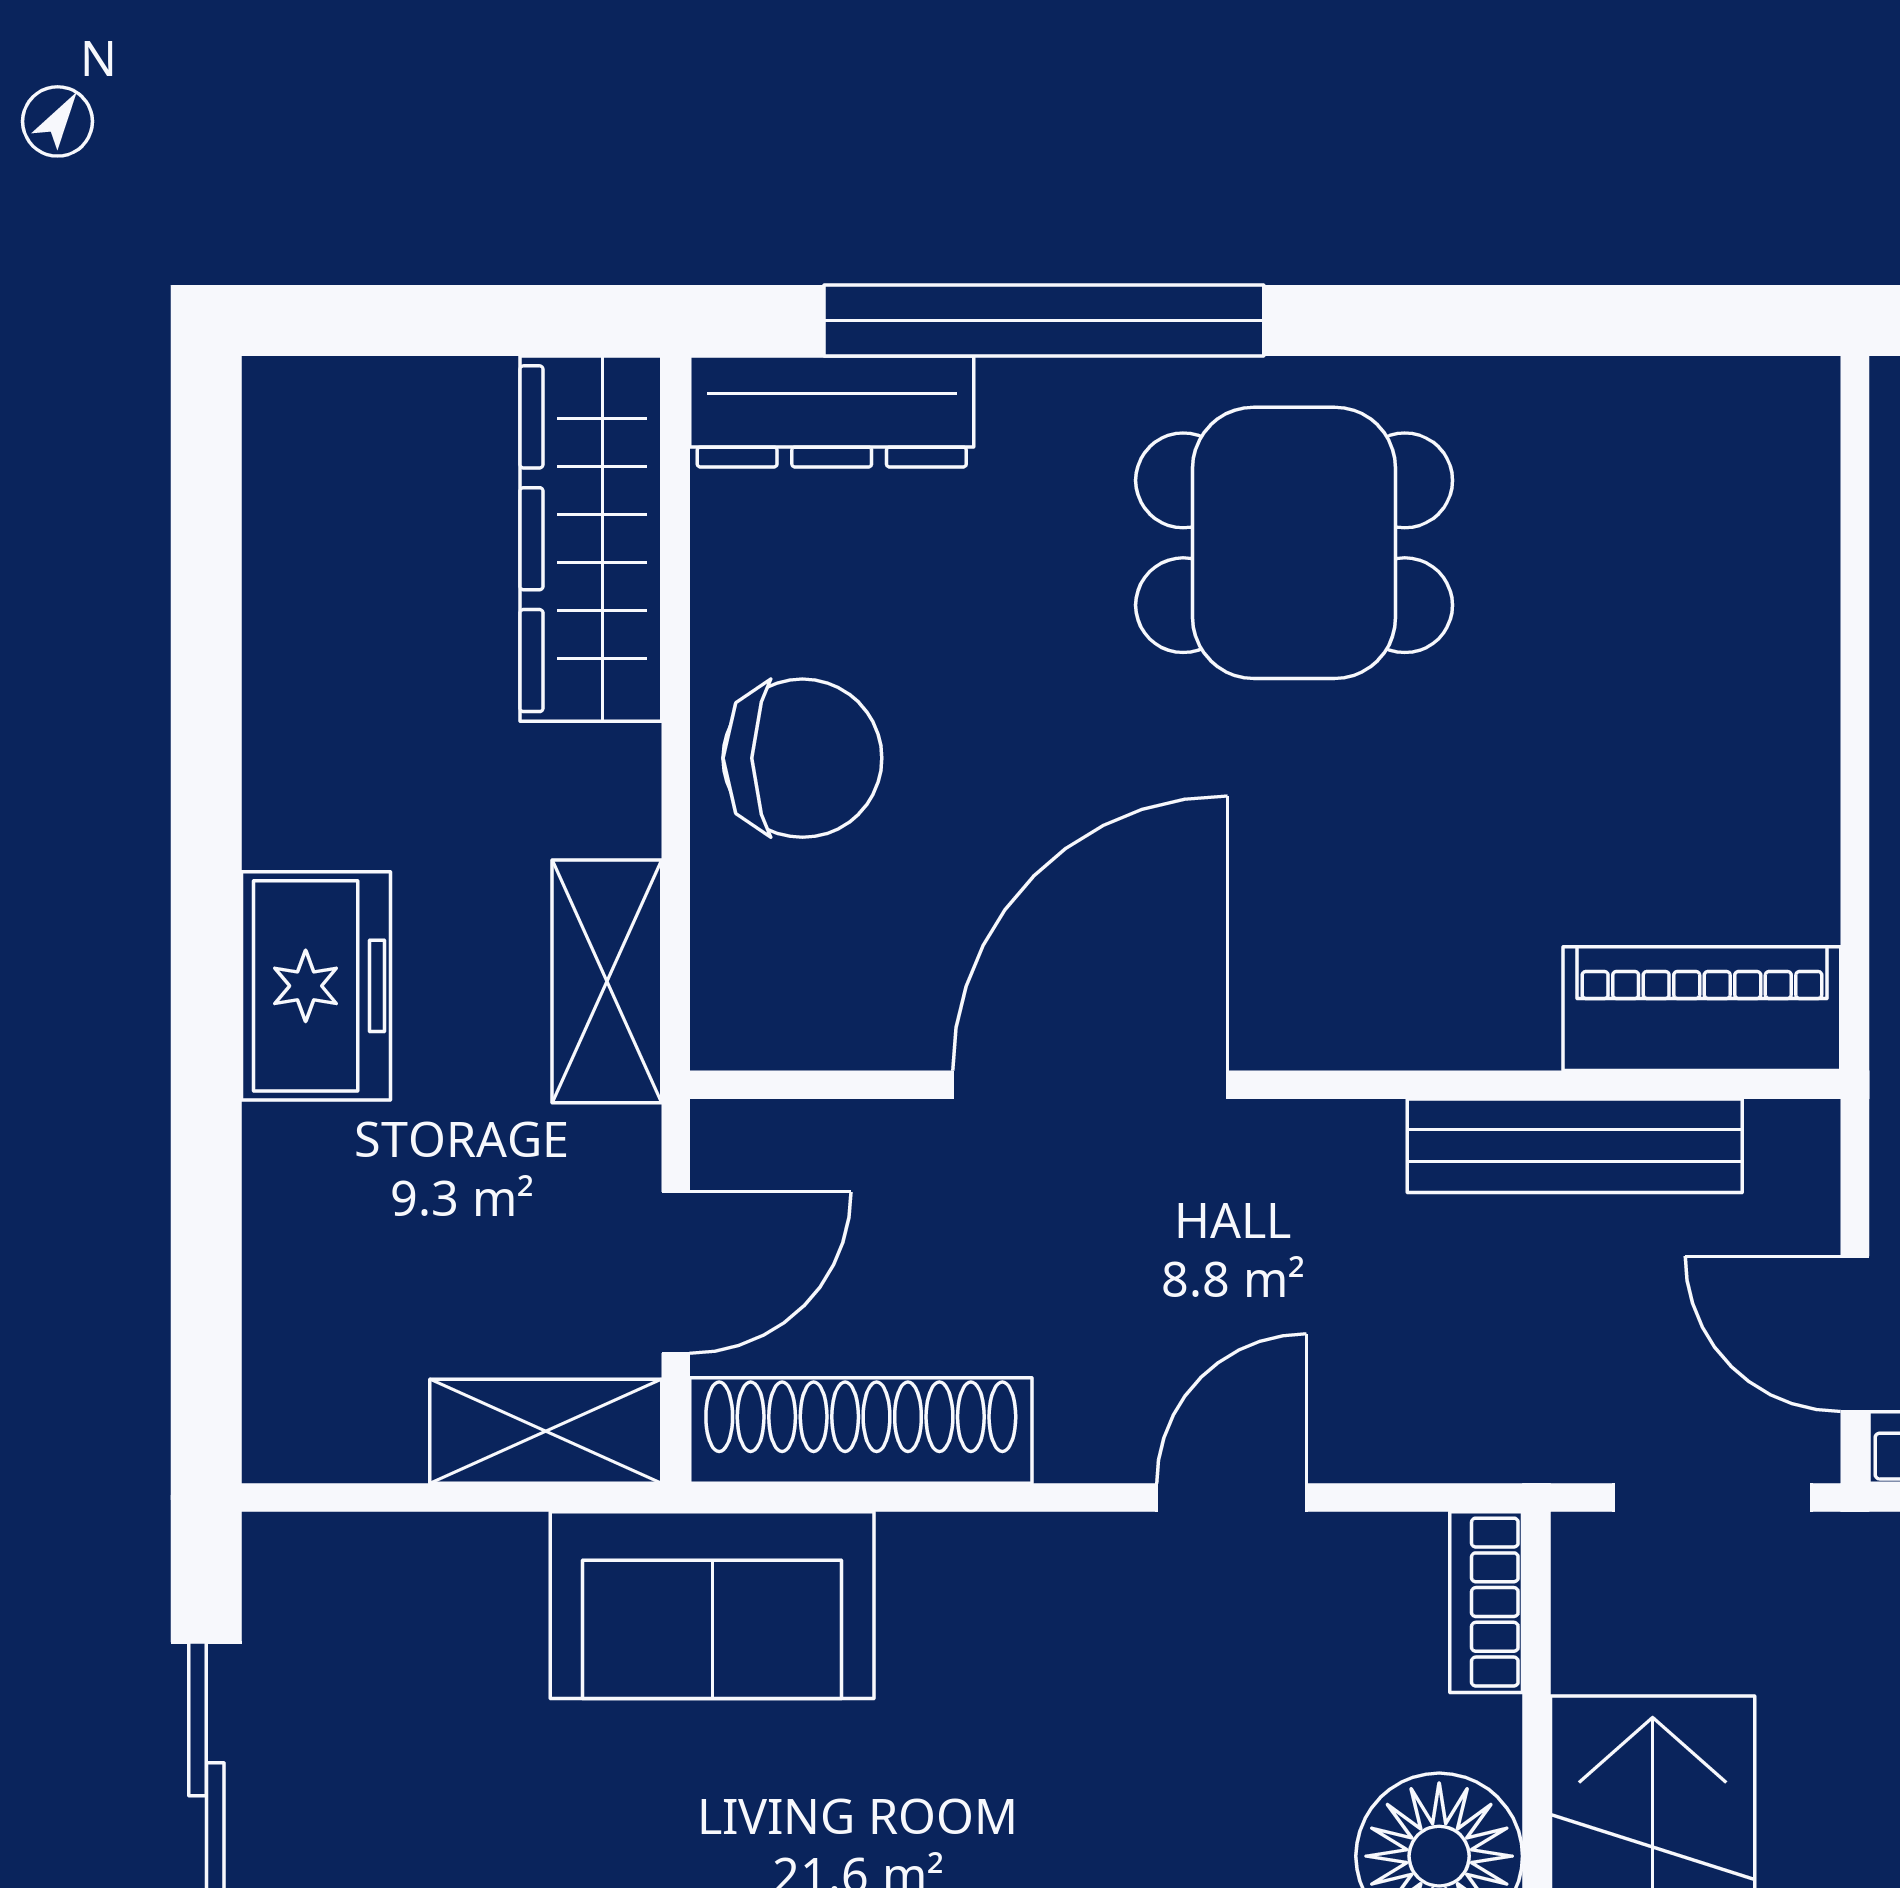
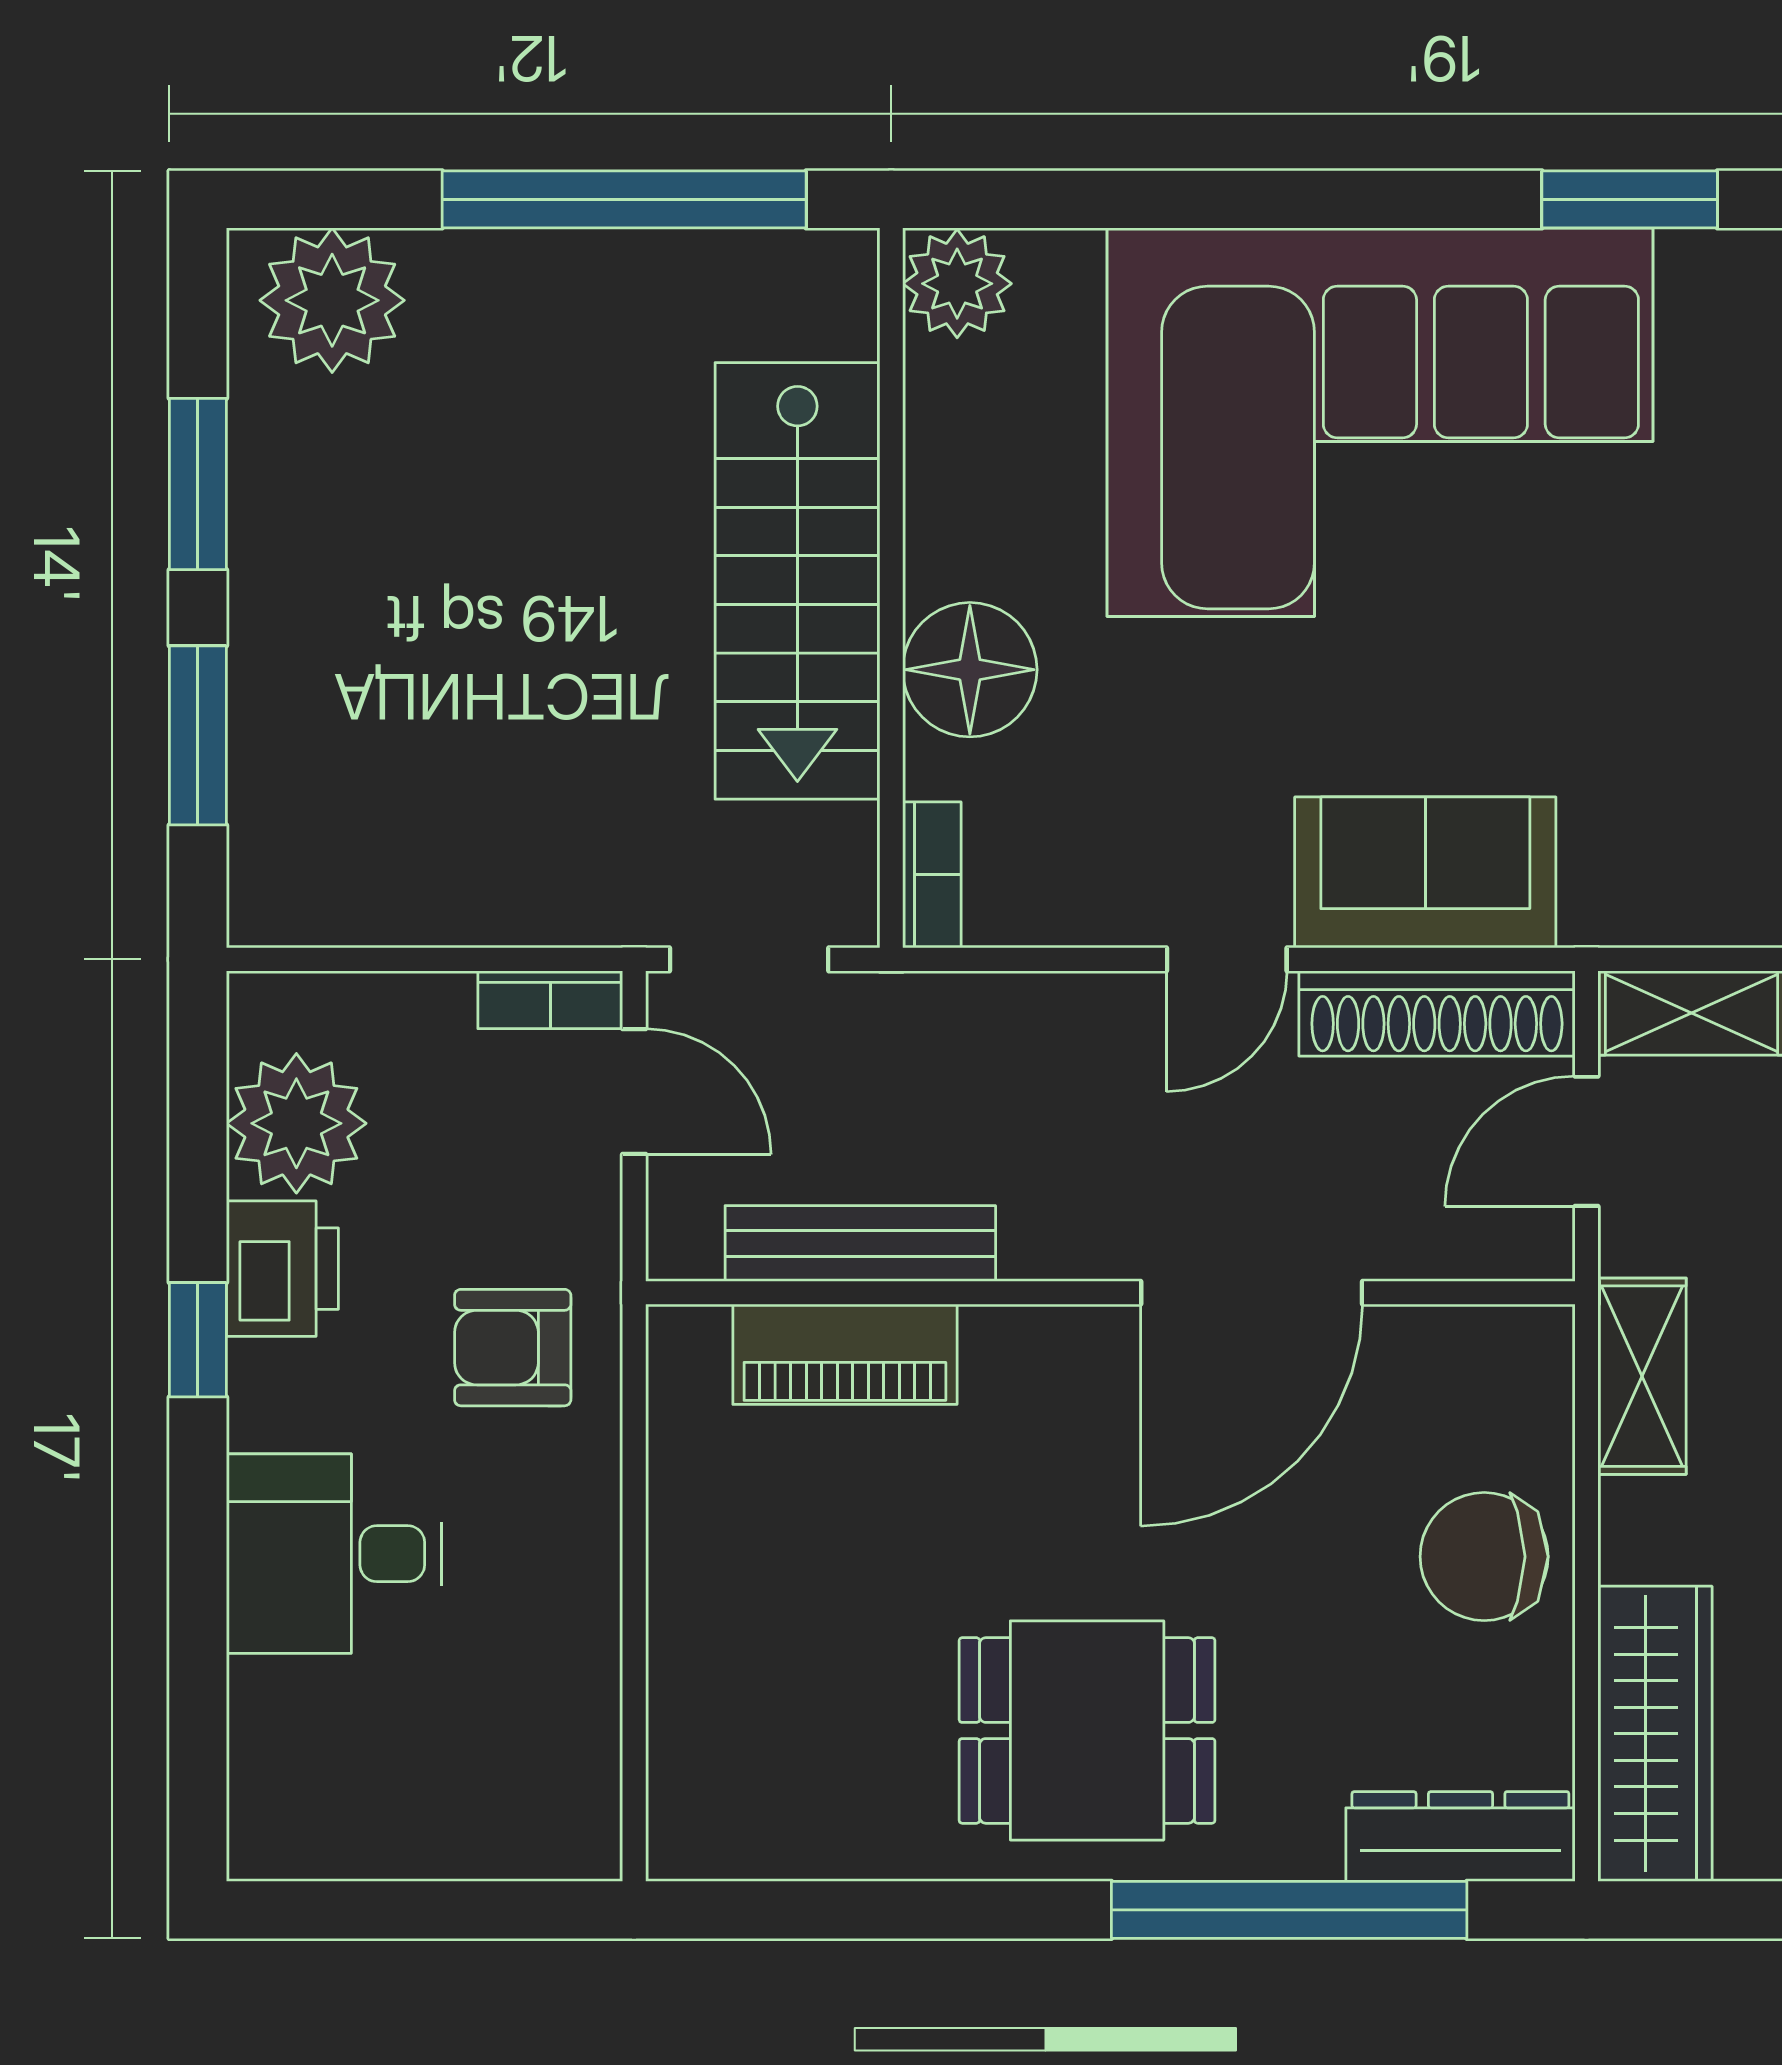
piano: (1702, 1009) -> (845, 1354), moved
door: (1232, 1497) -> (1227, 959), moved
sofa: (712, 1605) -> (1425, 872), moved

